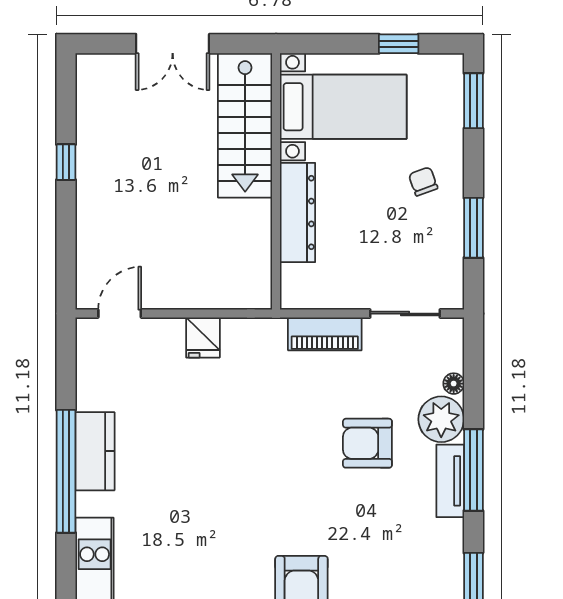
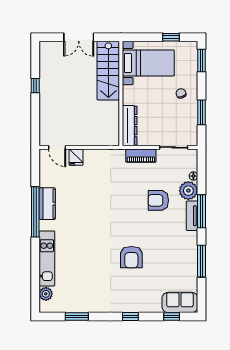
dresser: (298, 212) -> (130, 126), moved
door: (120, 314) -> (57, 147), swing flipped
fridge: (203, 337) -> (76, 157), moved

